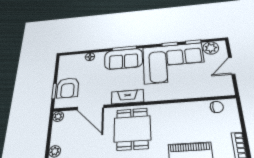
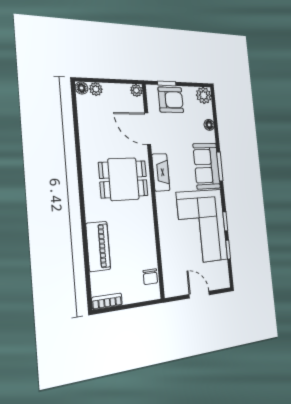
plant: (211, 48) -> (204, 95), moved
armchair: (68, 88) -> (171, 100), turned 180
door: (90, 107) -> (148, 129), hinge flipped

